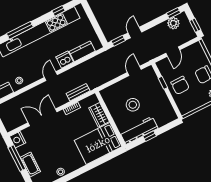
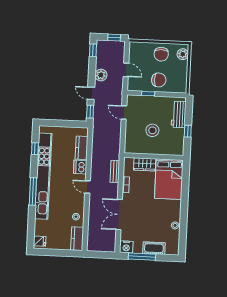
plant: (173, 23) -> (101, 75), moved
workbench: (139, 130) -> (179, 114), moved, width x0.73

